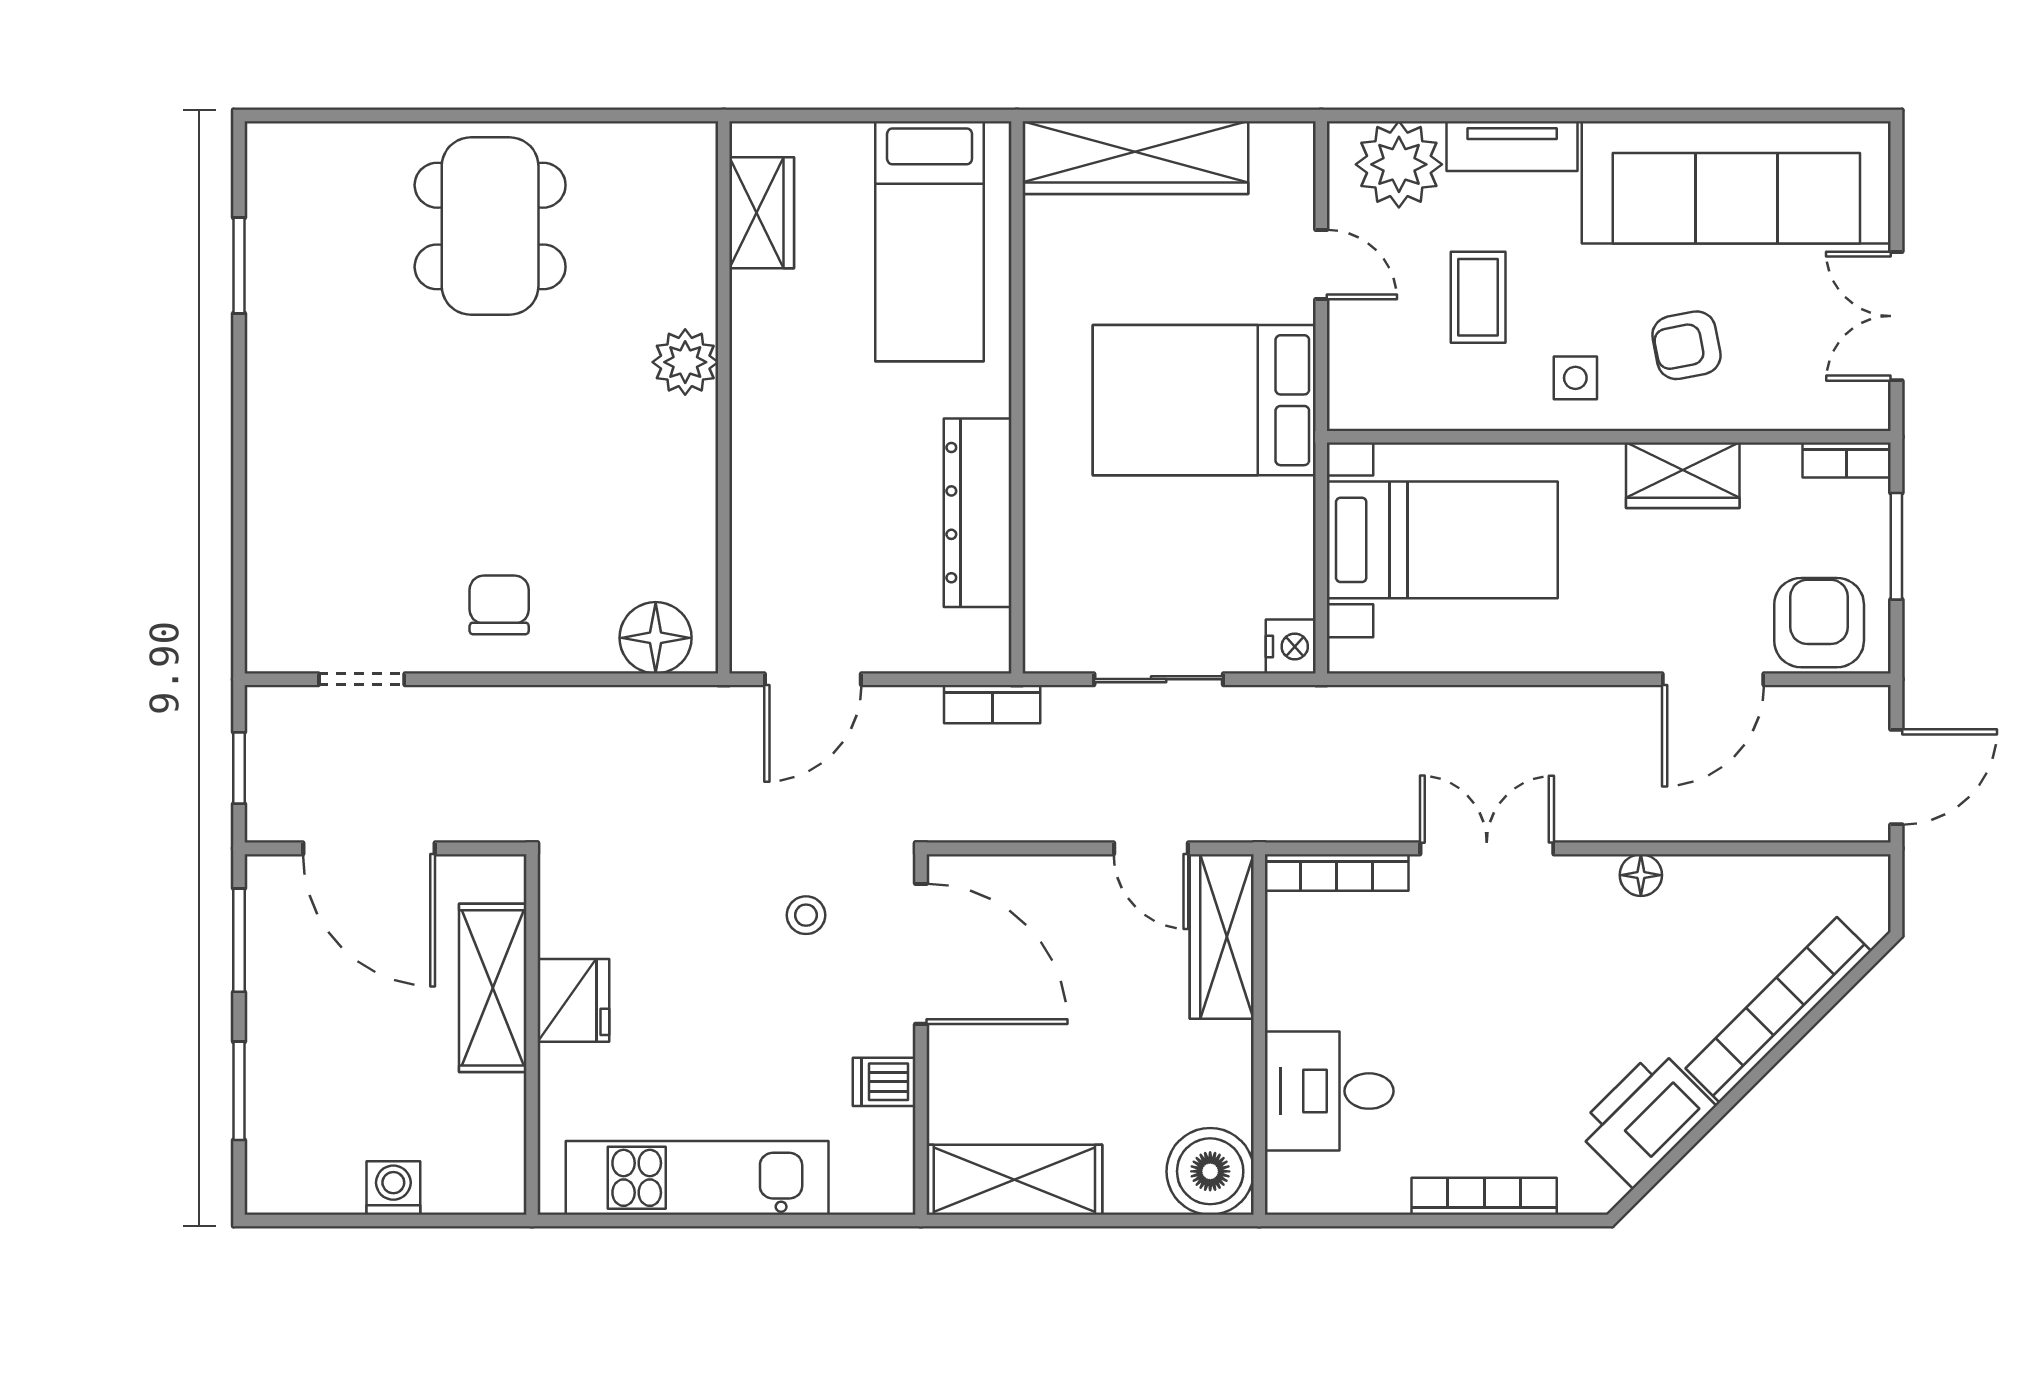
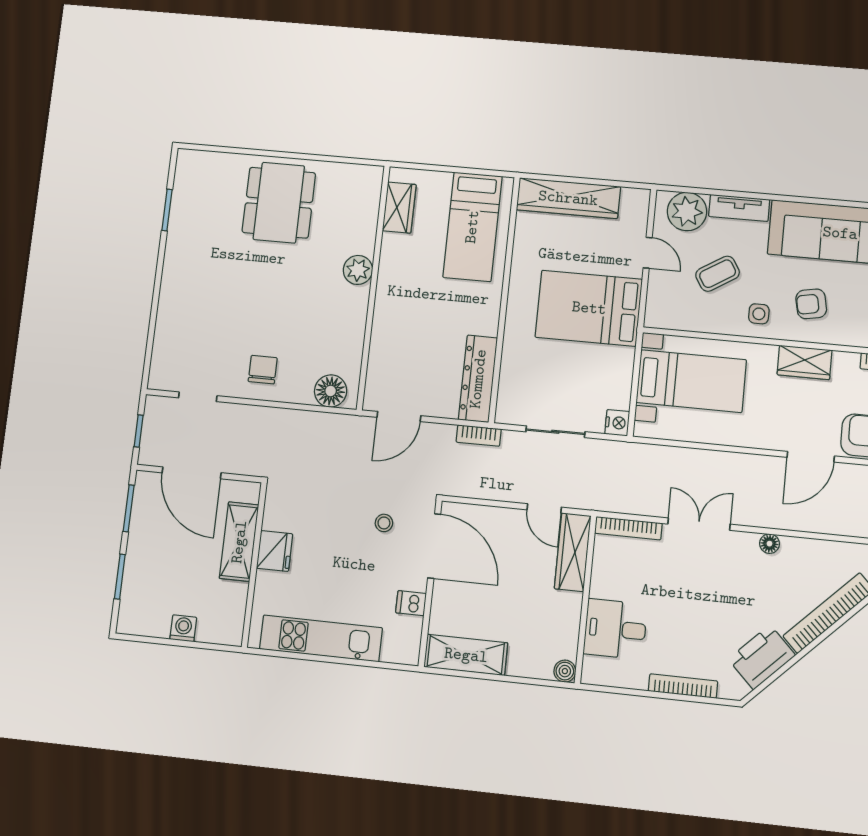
coffee table: (1478, 297) -> (718, 274), turned 58
dresser: (978, 513) -> (478, 379), moved
boiler: (1210, 1171) -> (565, 671), width x0.54, depth x0.54

